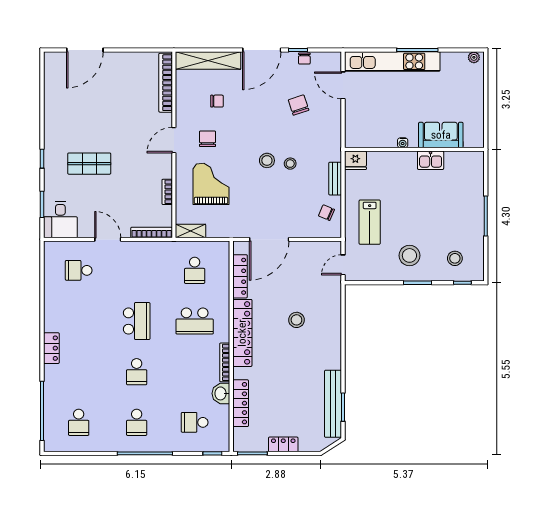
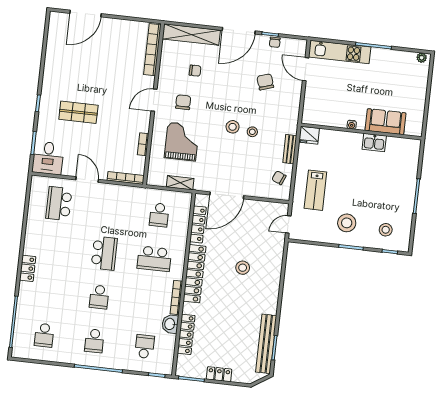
kitchen unit: (392, 61) -> (340, 52), width x0.73
shelving: (191, 231) -> (180, 183), moved
school desk: (79, 270) -> (59, 204), width x1.85
school desk: (195, 422) -> (145, 346), turned 90

